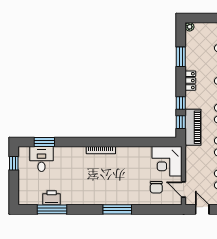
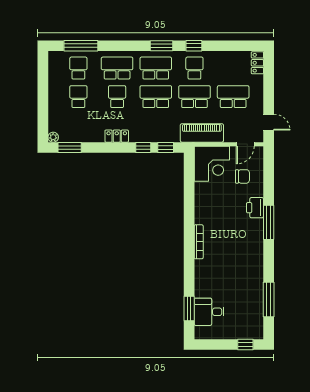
window: (181, 57) -> (70, 147), moved
piano: (193, 127) -> (202, 133), moved
window: (14, 163) -> (245, 345), moved
printer: (52, 198) -> (255, 208), moved
door: (202, 209) -> (269, 122), swing flipped

